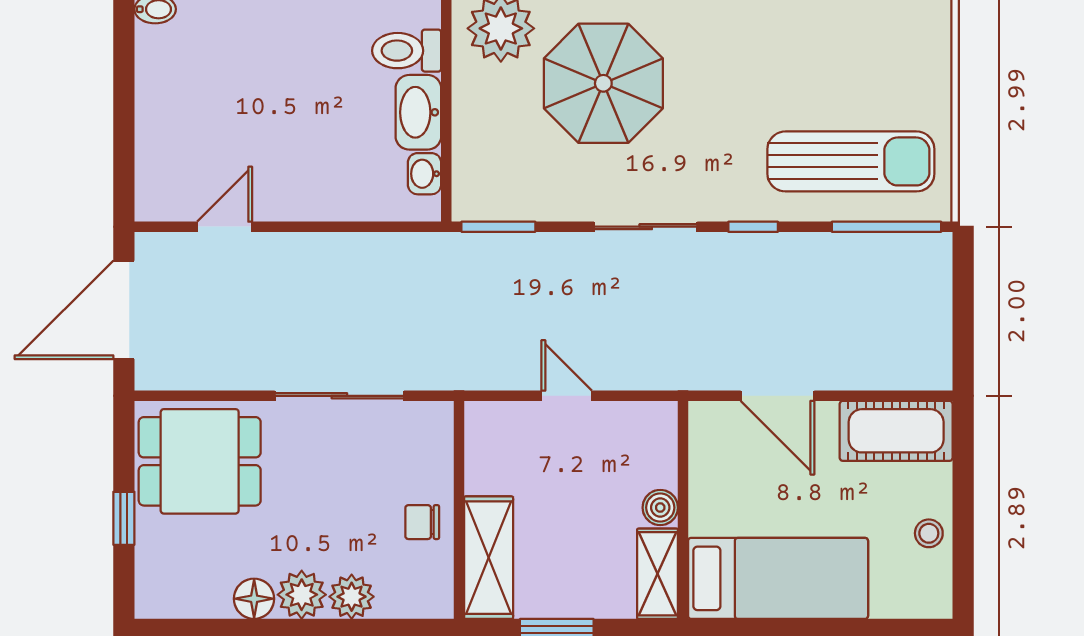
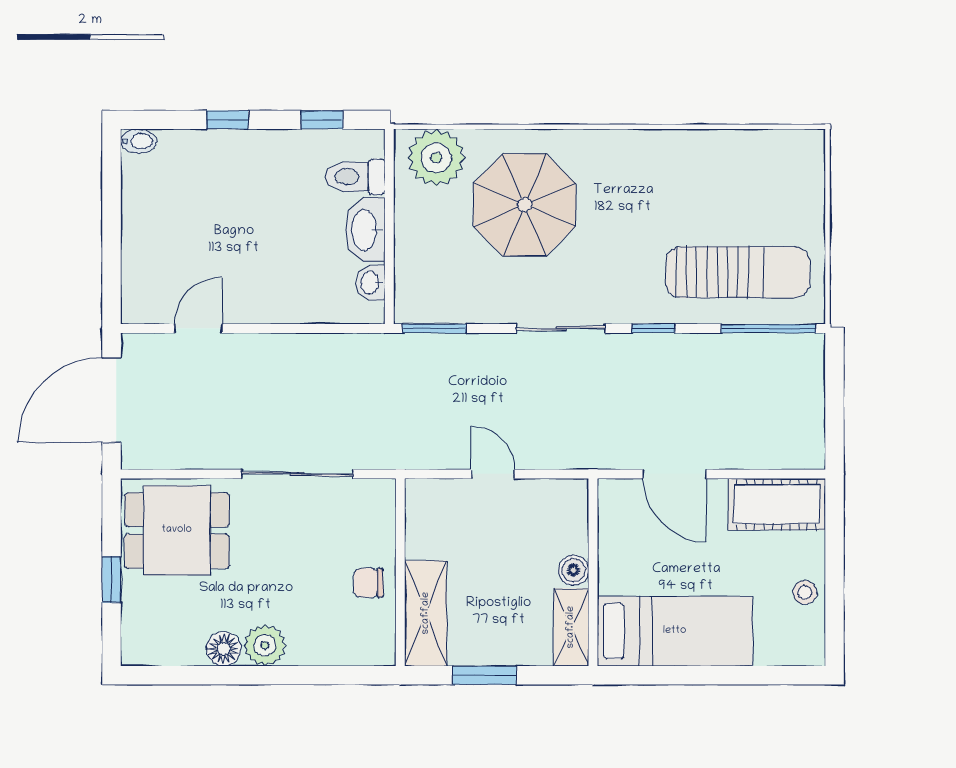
plant: (352, 597) -> (308, 647), removed

